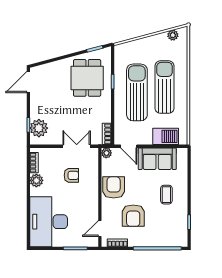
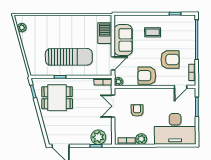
sun lounger: (165, 87) -> (64, 34), removed
sun lounger: (137, 92) -> (69, 57), turned 180
door: (100, 228) -> (181, 87), hinge flipped

